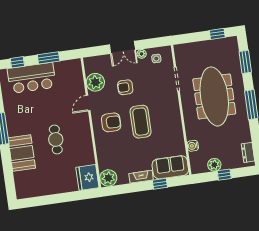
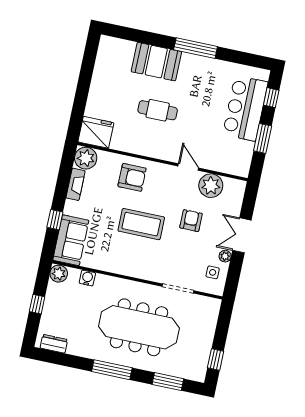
armchair: (111, 122) -> (132, 177), moved, turned -90
plant: (214, 165) -> (59, 274), moved
fireplace: (141, 177) -> (76, 184), moved

